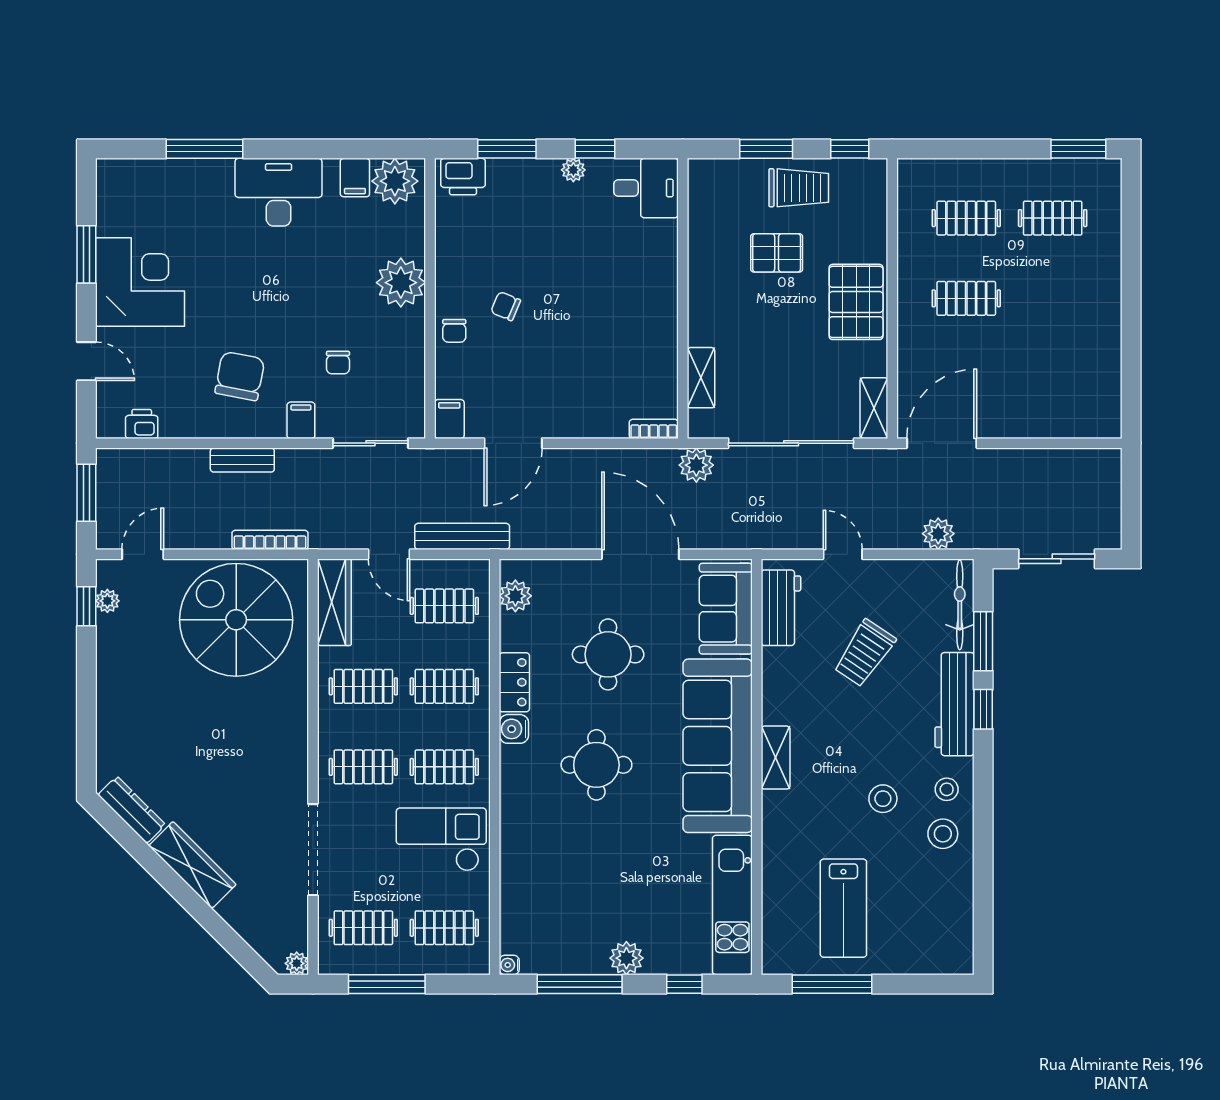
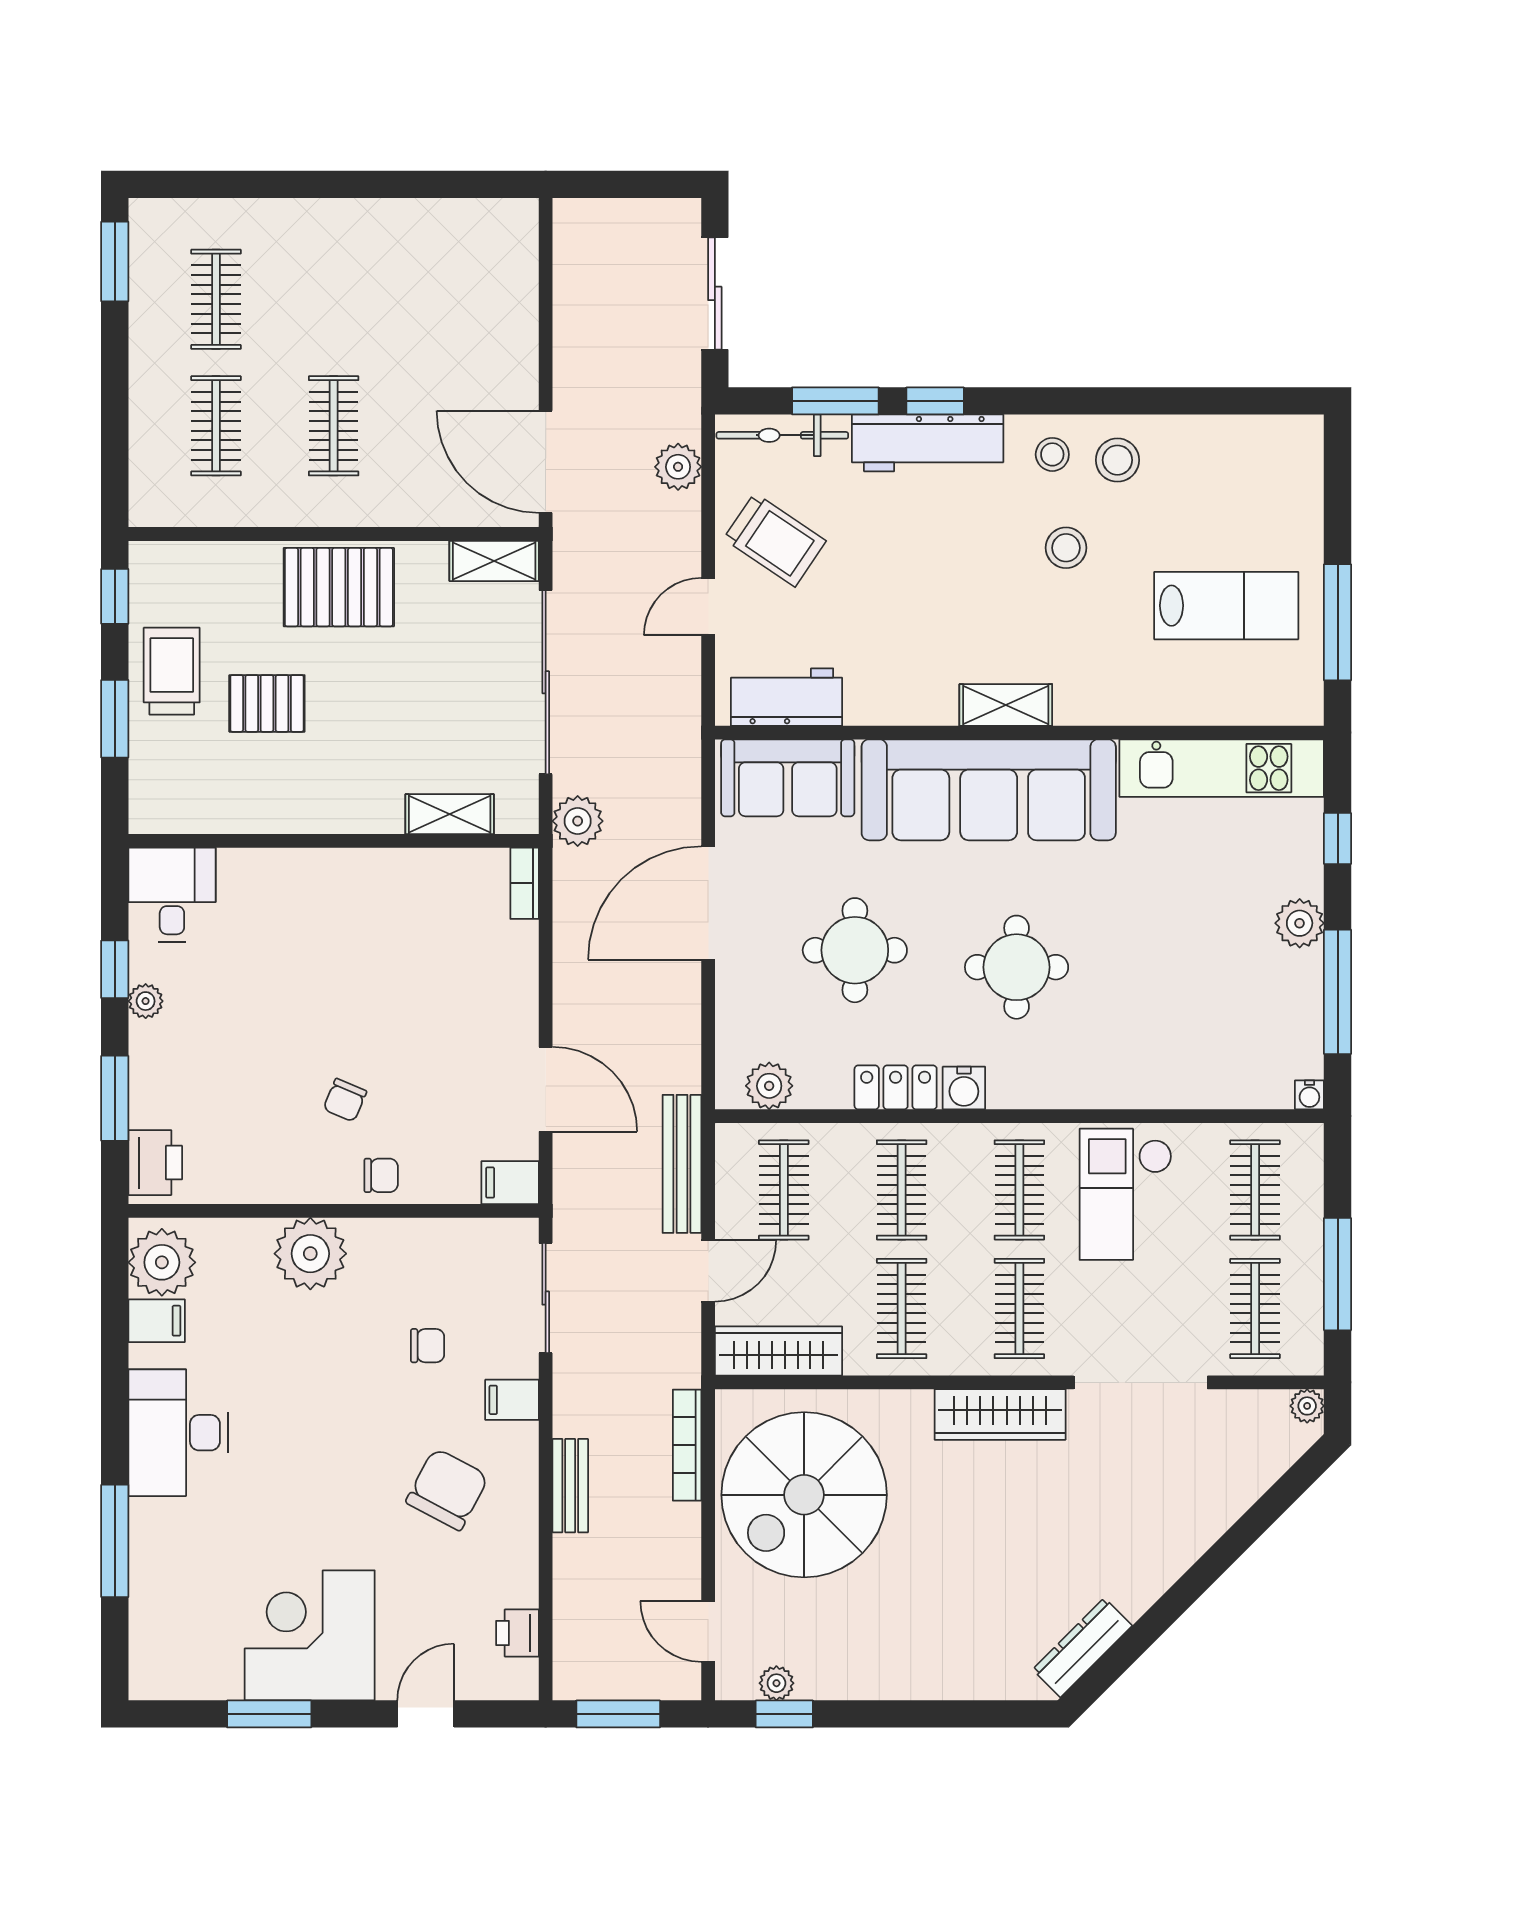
pallet: (777, 253) -> (267, 703), turned 90
chair: (240, 376) -> (447, 1489), turned 107
trolley: (865, 653) -> (775, 540), moved
wardrobe: (192, 865) -> (1000, 1414), moved, turned -135

